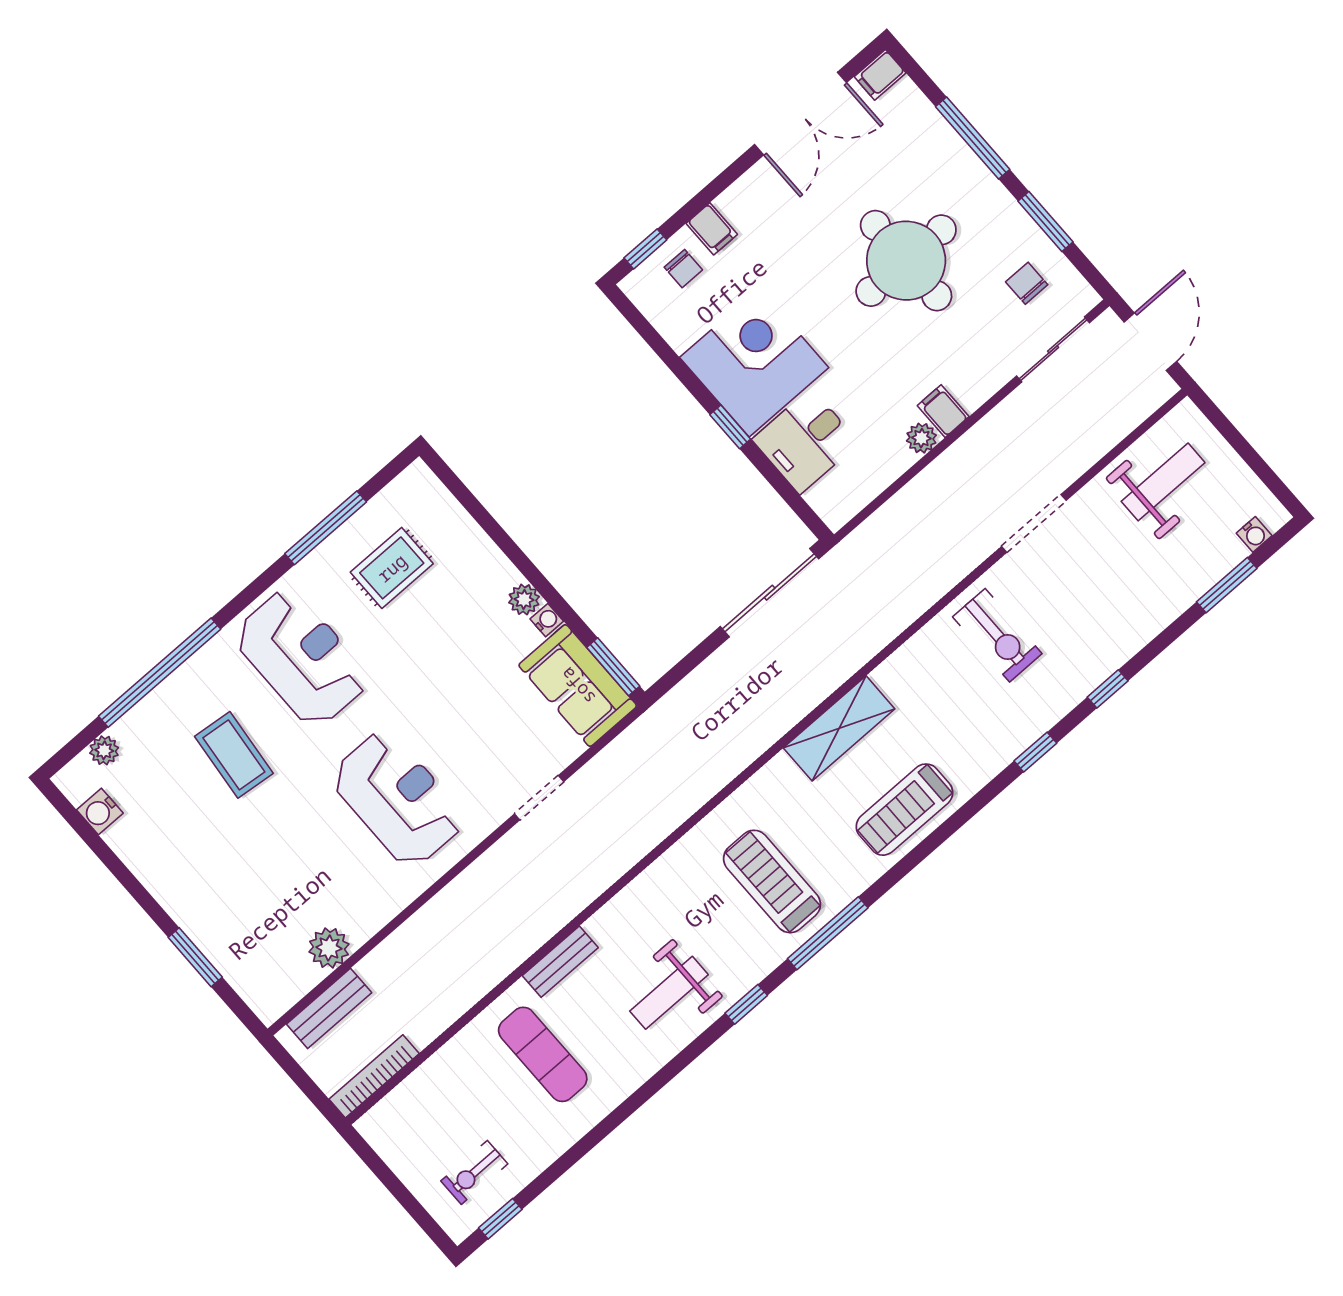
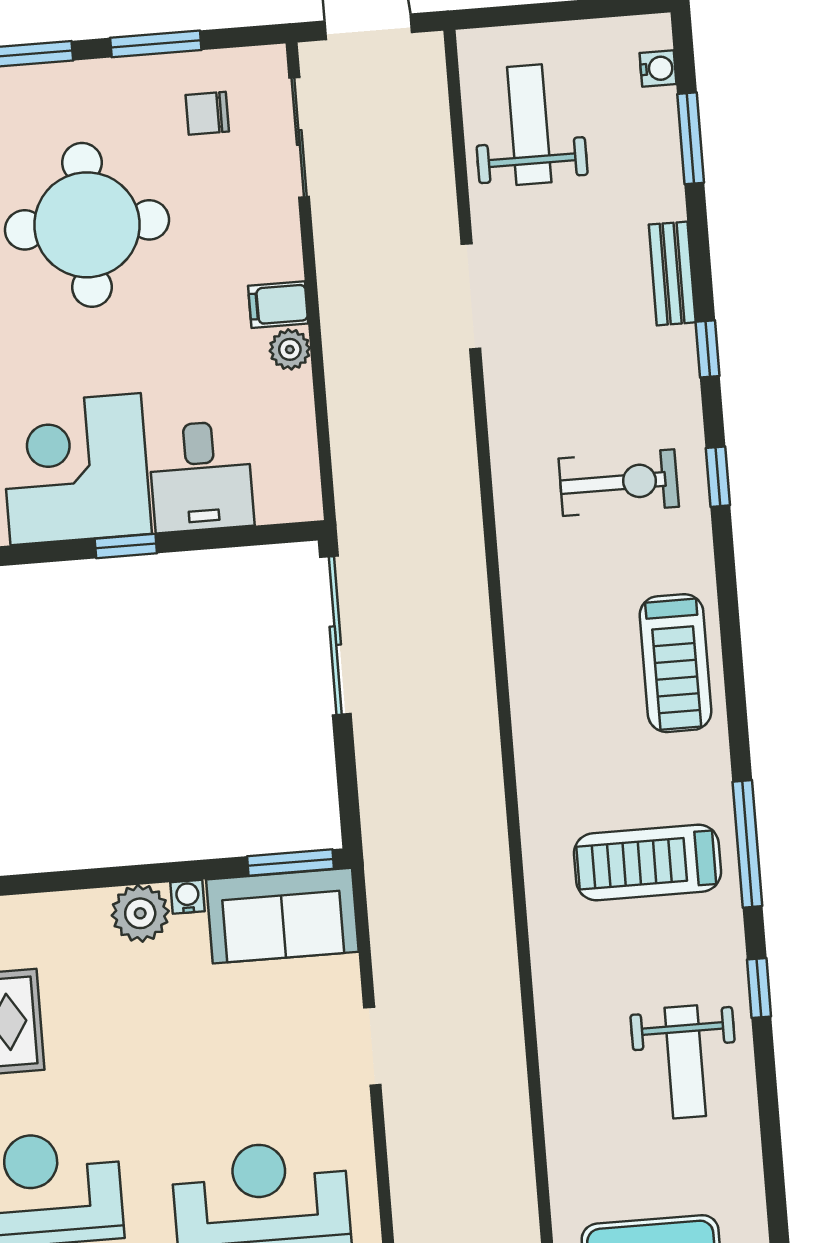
plant: (524, 600) -> (140, 913), width x1.38, depth x1.38
exercise bike: (997, 635) -> (619, 483), moved
shelving: (839, 728) -> (536, 669), removed
bench: (560, 962) -> (672, 273), moved

